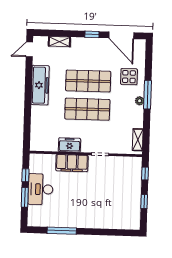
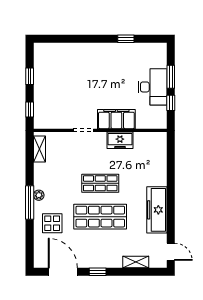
door: (29, 49) -> (171, 252), hinge flipped
shop shelf: (87, 109) -> (100, 183), width x0.70, depth x0.74
window: (62, 231) -> (126, 39), width x0.46

